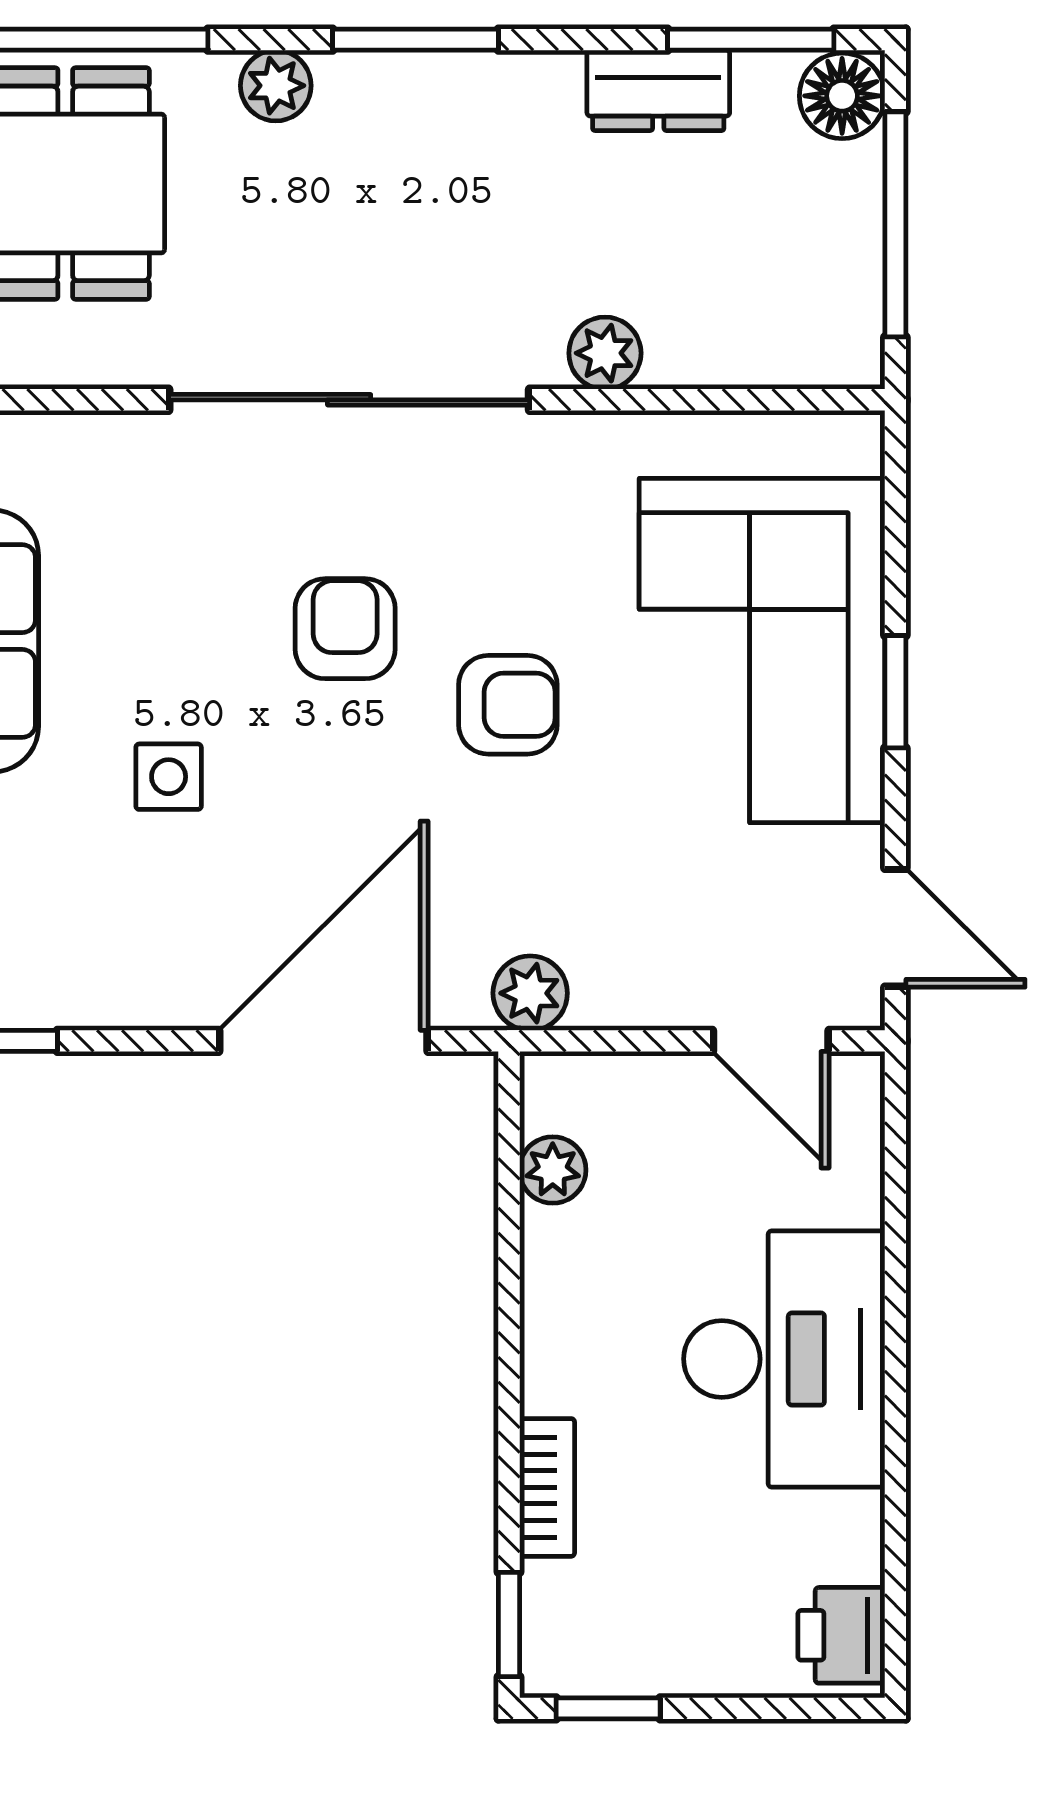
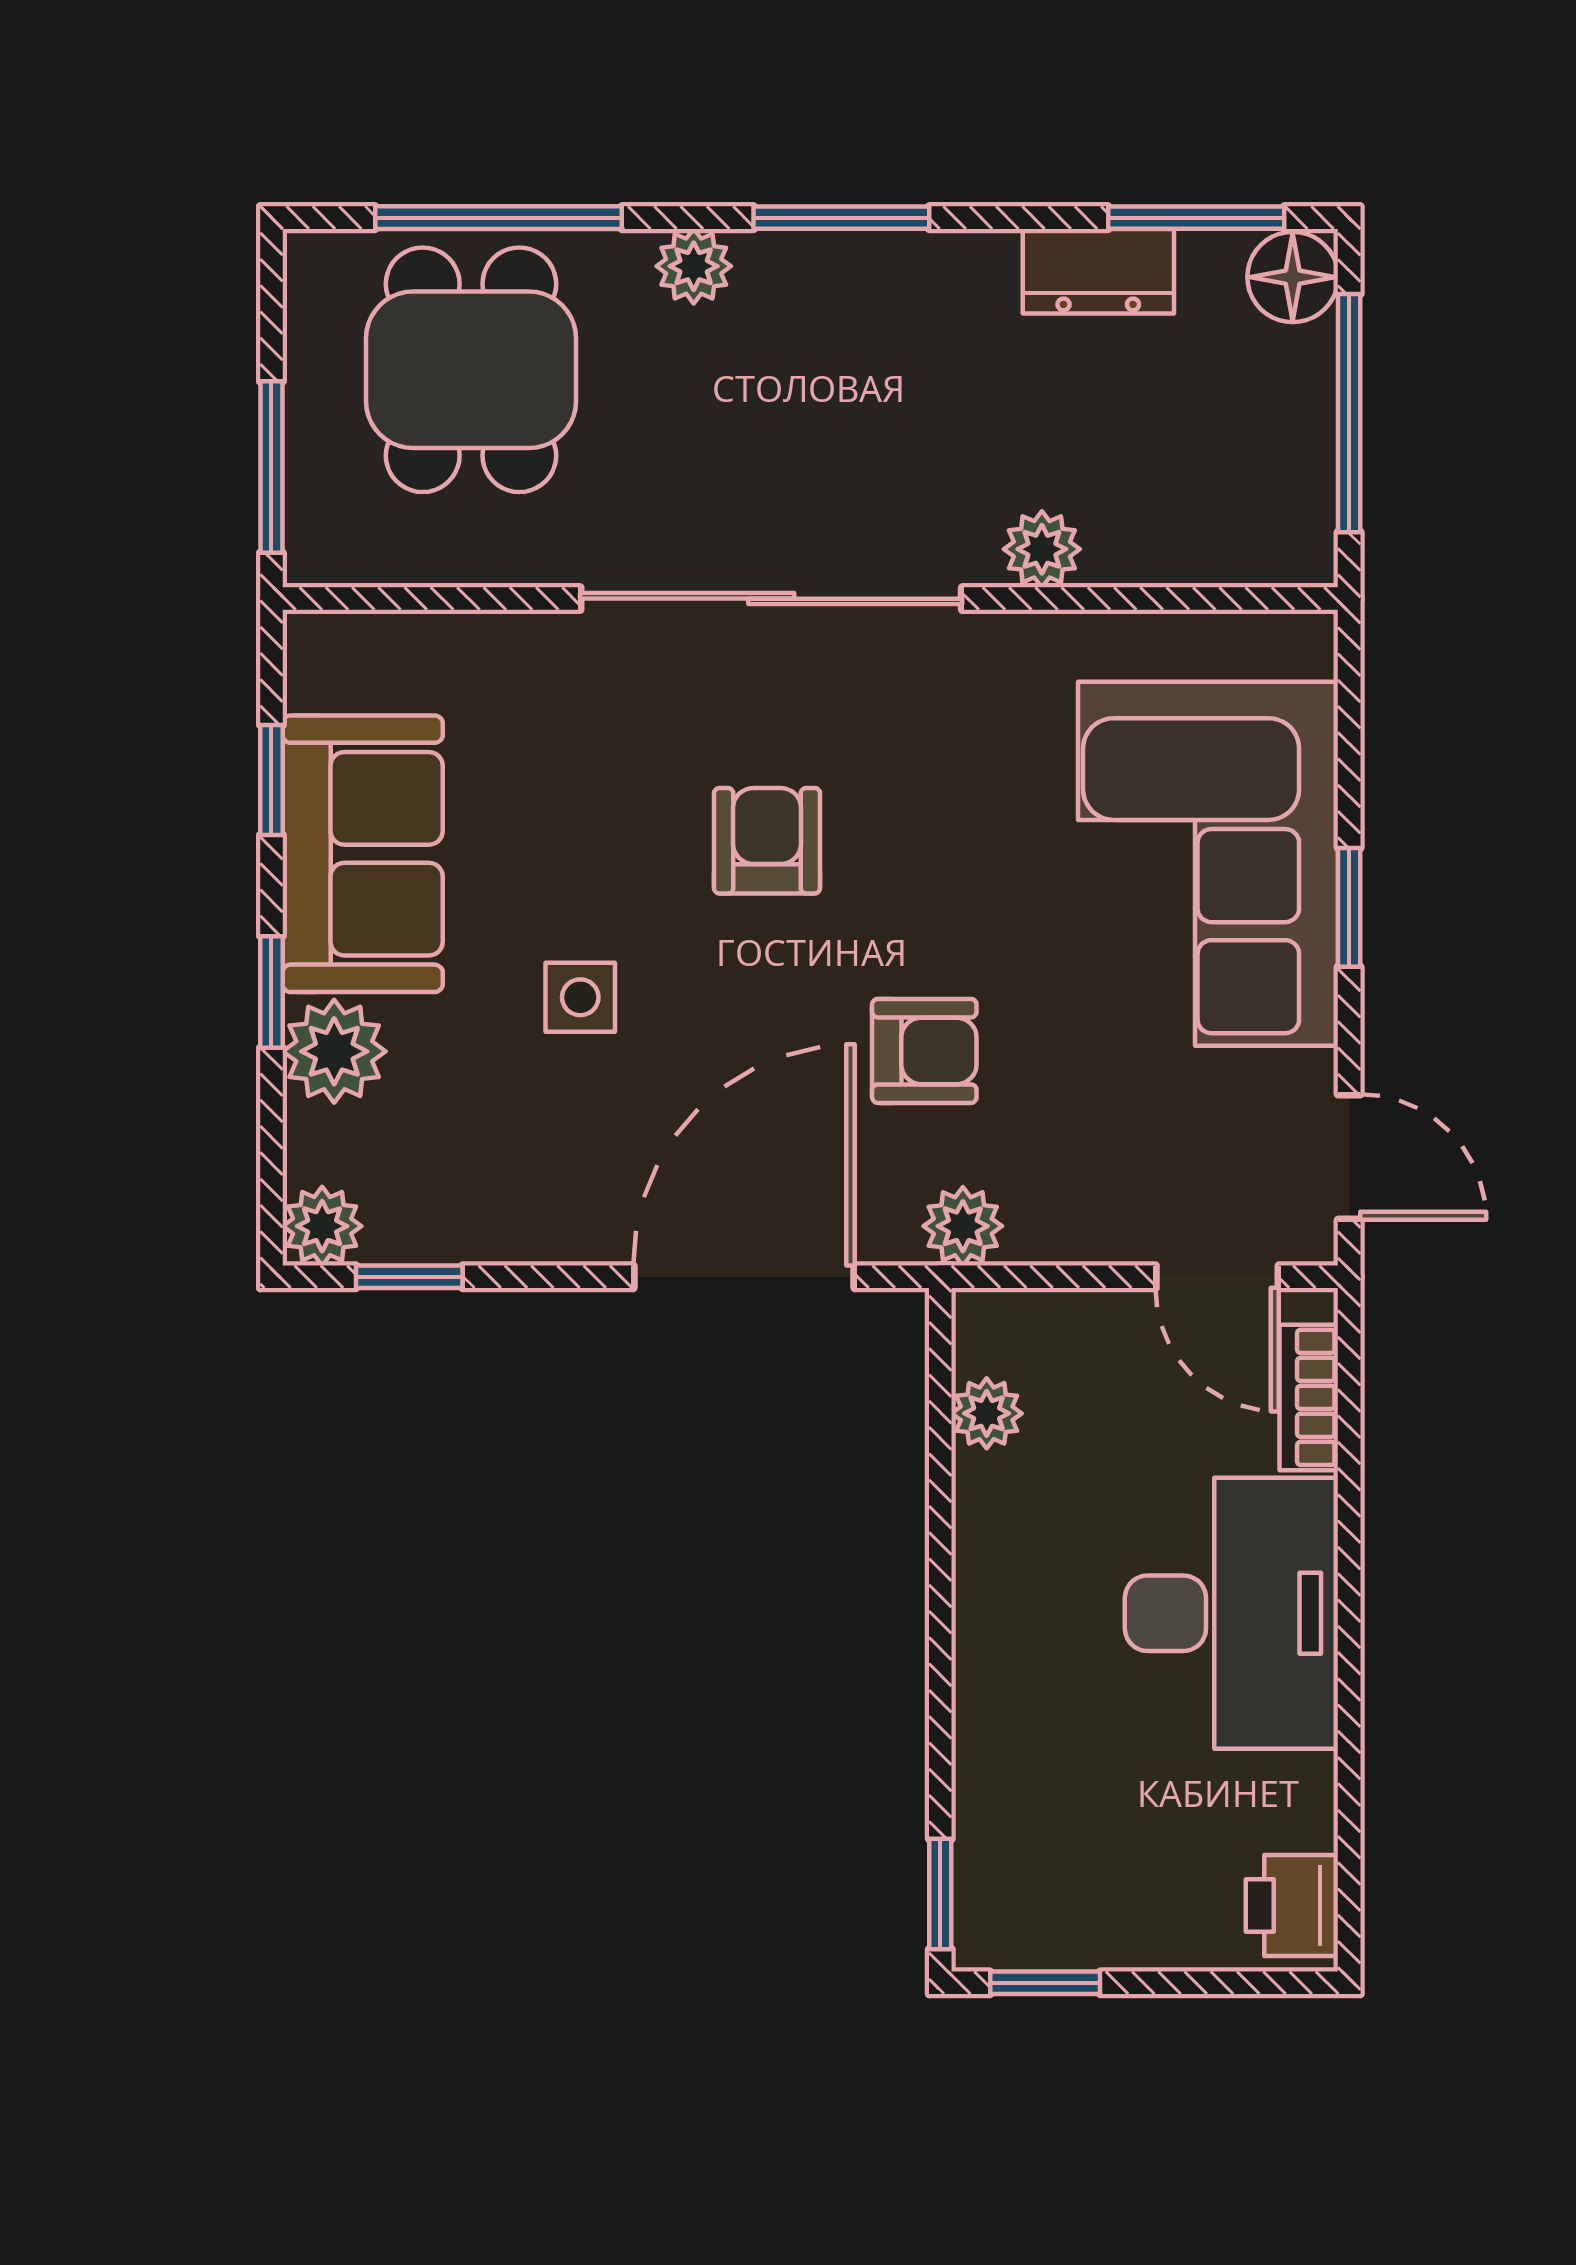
armchair: (508, 705) -> (924, 1051), moved
bookcase: (547, 1487) -> (1309, 1397), moved, turned 180

